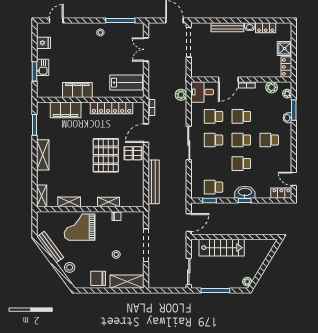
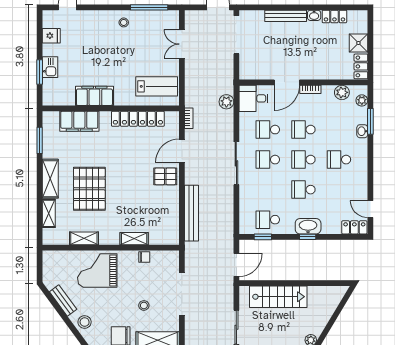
pallet: (106, 155) -> (89, 189), moved
shelving: (42, 196) -> (49, 213), moved
bench: (50, 247) -> (63, 301), width x0.73

